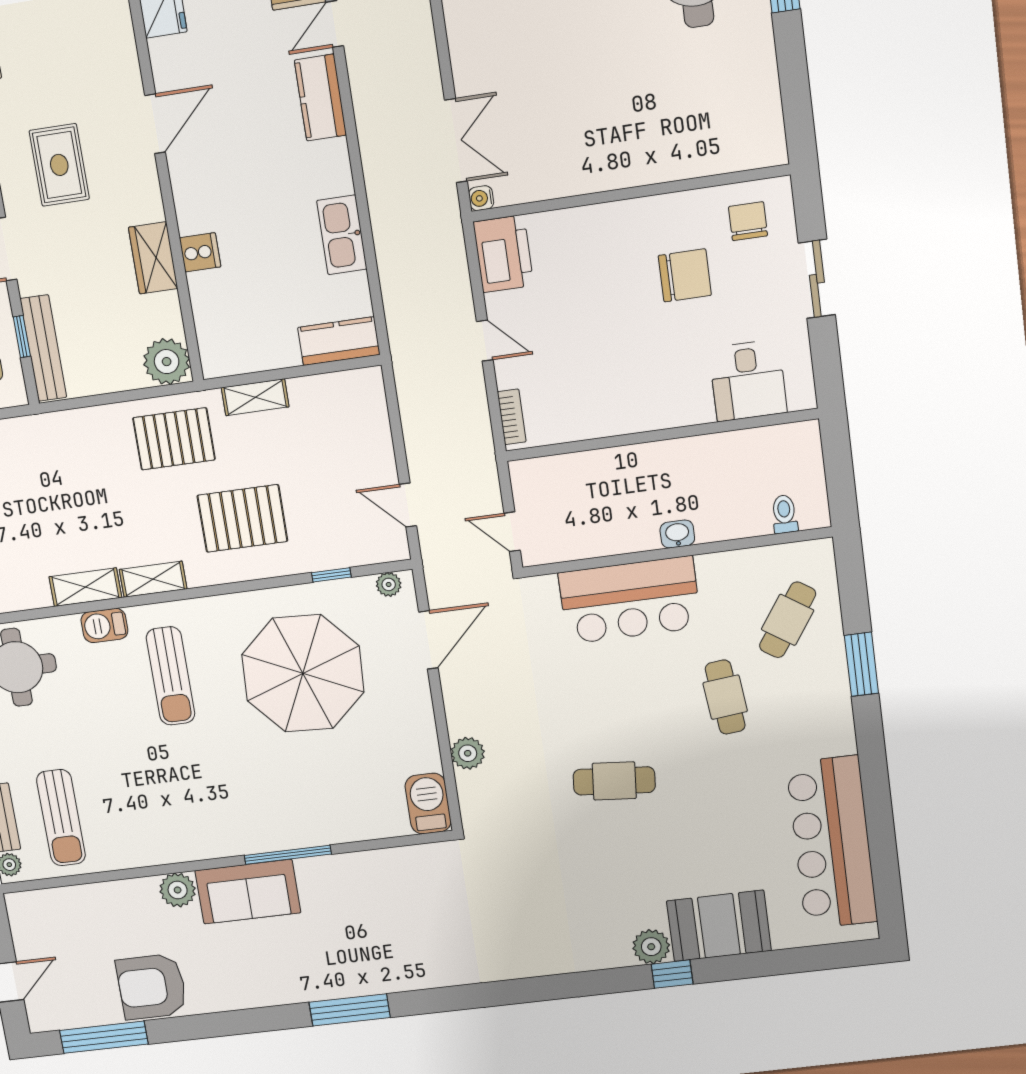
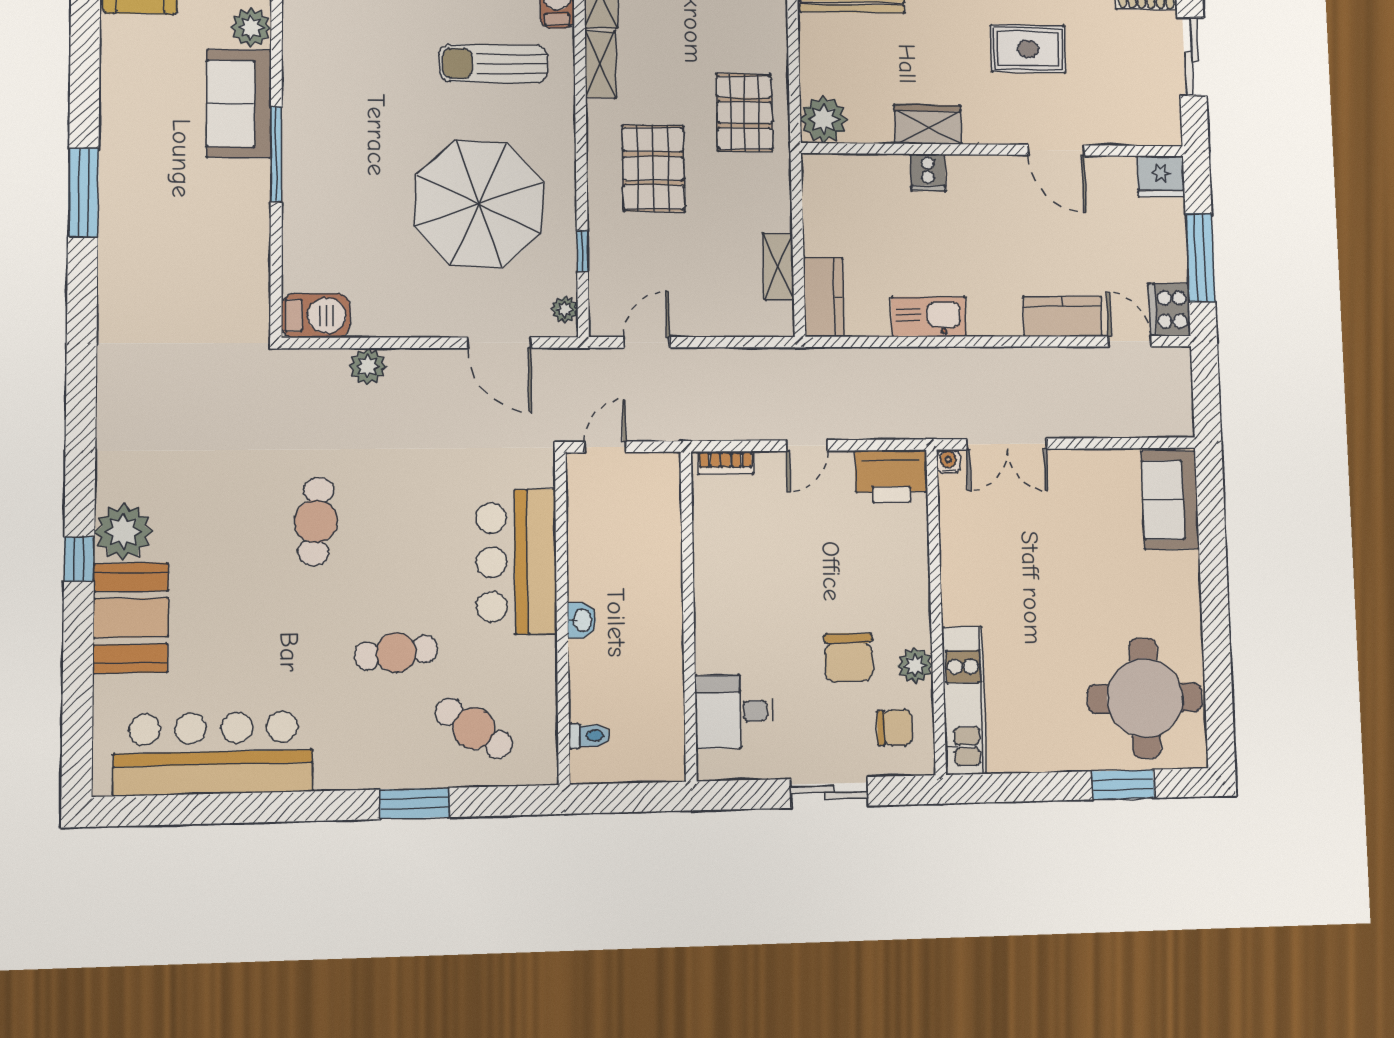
kitchen unit: (714, 155) -> (964, 700), added
plant: (685, 208) -> (915, 665), added
shelving: (255, 397) -> (778, 267), moved
plant: (651, 947) -> (123, 532), width x1.36, depth x1.36

